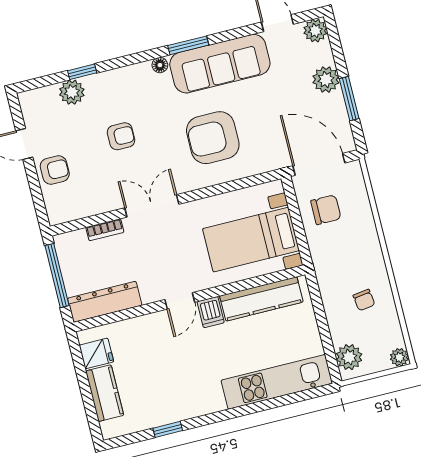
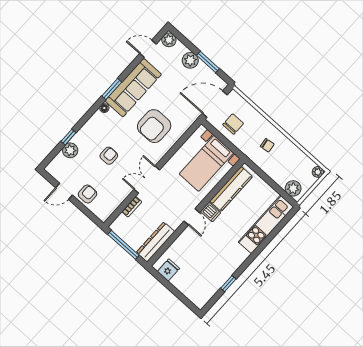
chair: (364, 300) -> (267, 145), moved
kitchen counter: (105, 393) -> (185, 287), removed

